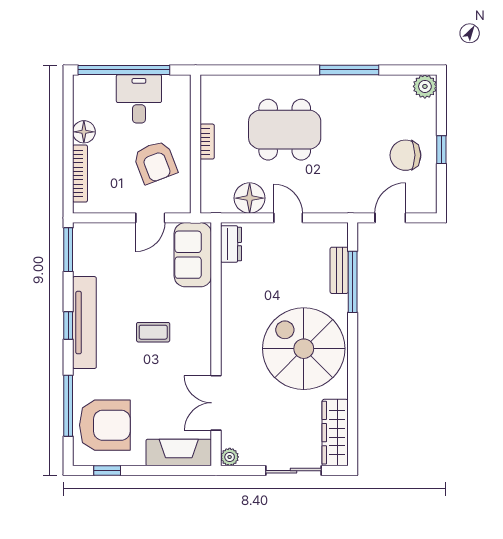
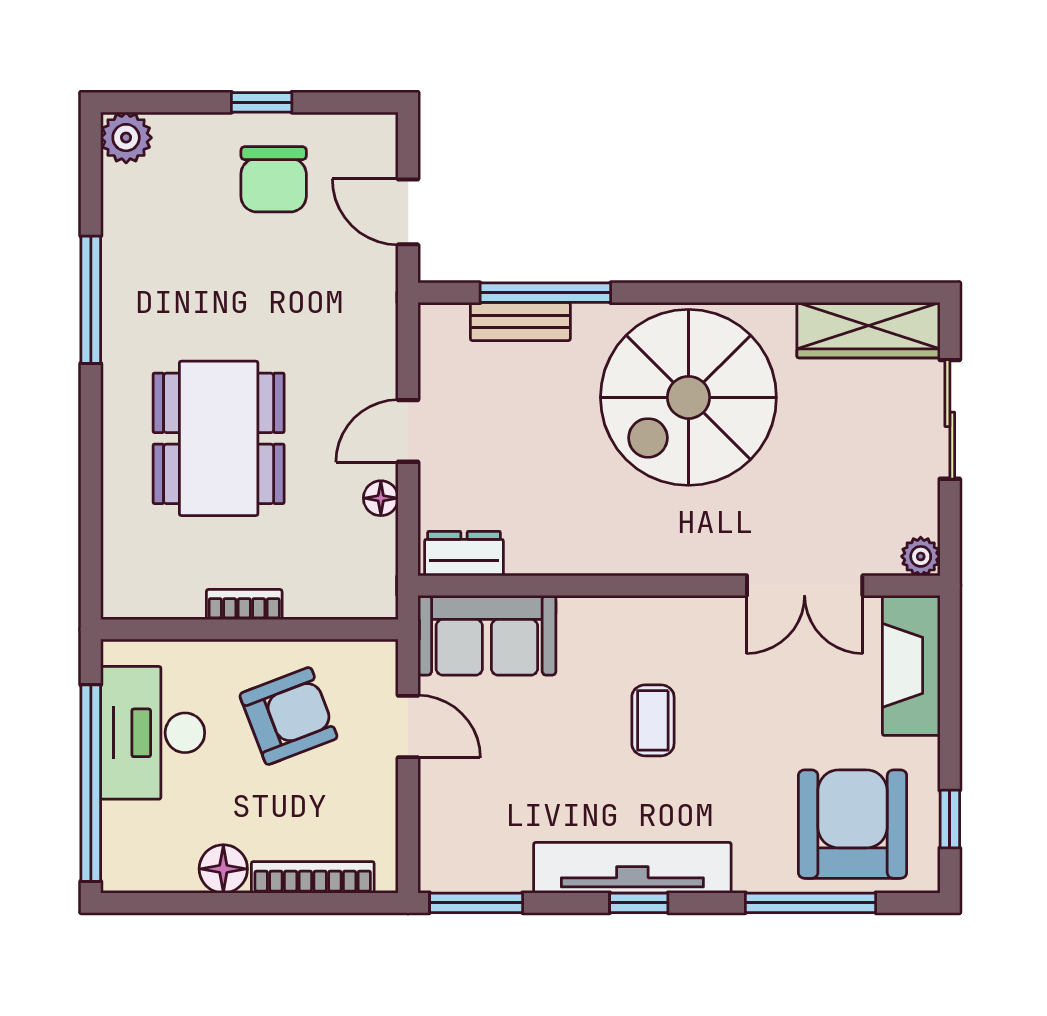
desk: (139, 99) -> (153, 733), width x1.37
floor lamp: (250, 198) -> (381, 498), width x0.53, depth x0.53

